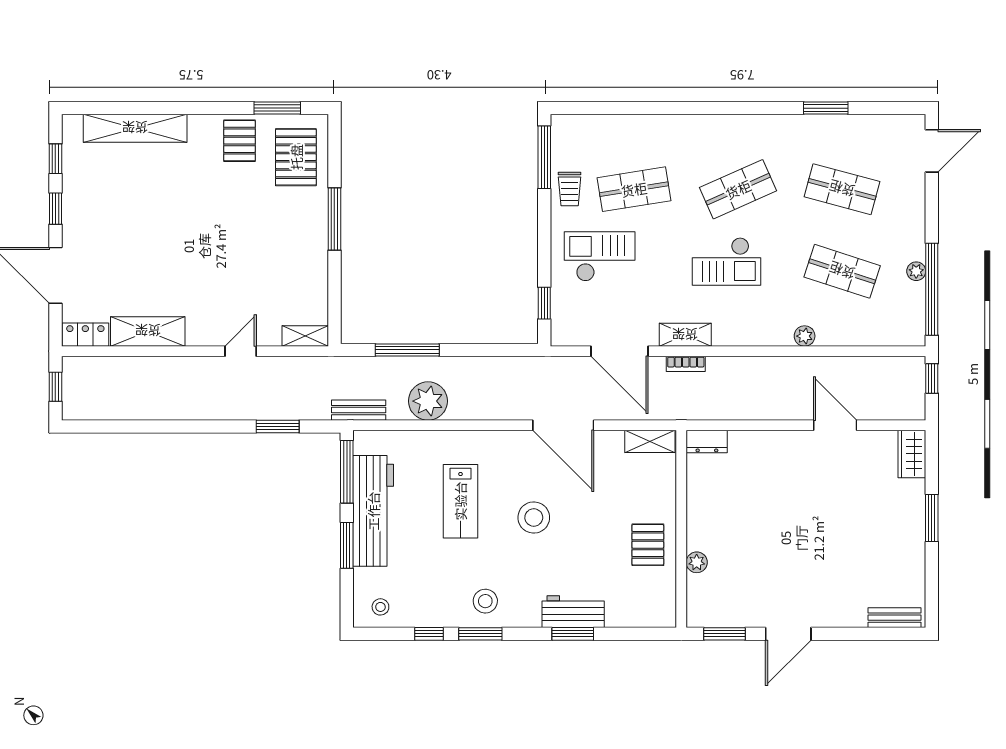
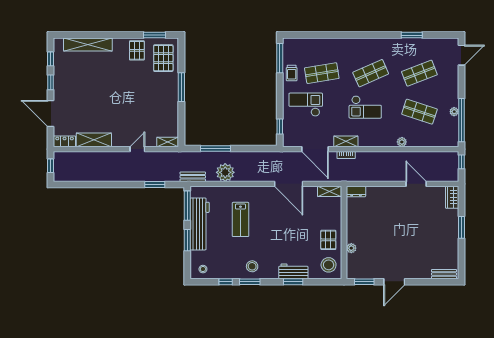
shop shelf: (842, 189) -> (419, 73), turned -36
stool: (534, 517) -> (329, 265), moved

